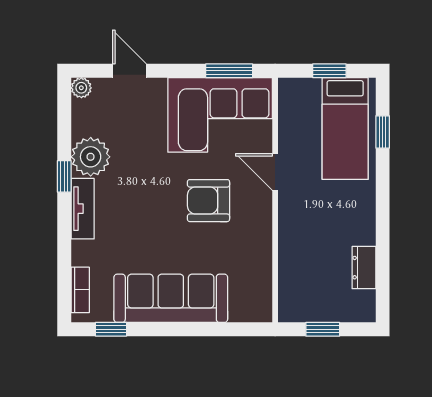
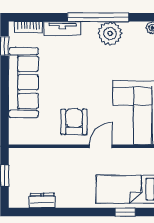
window: (64, 176) -> (98, 17), width x3.17
armchair: (208, 201) -> (74, 122), moved
tv unit: (83, 209) -> (62, 29), moved

